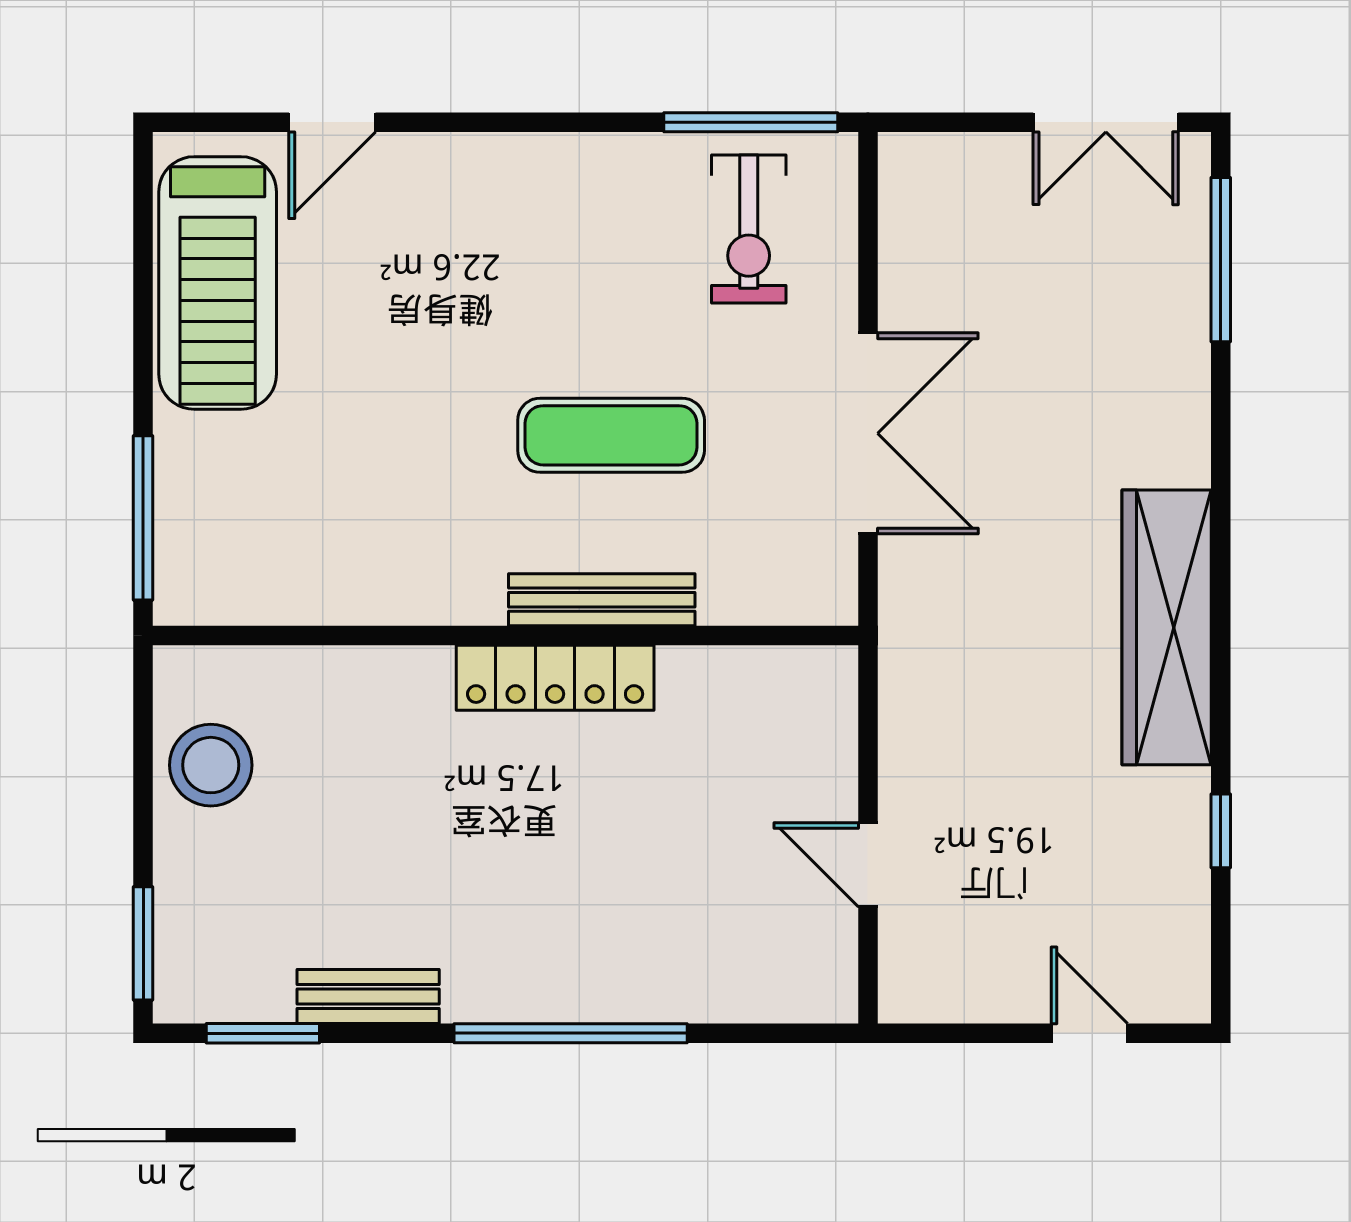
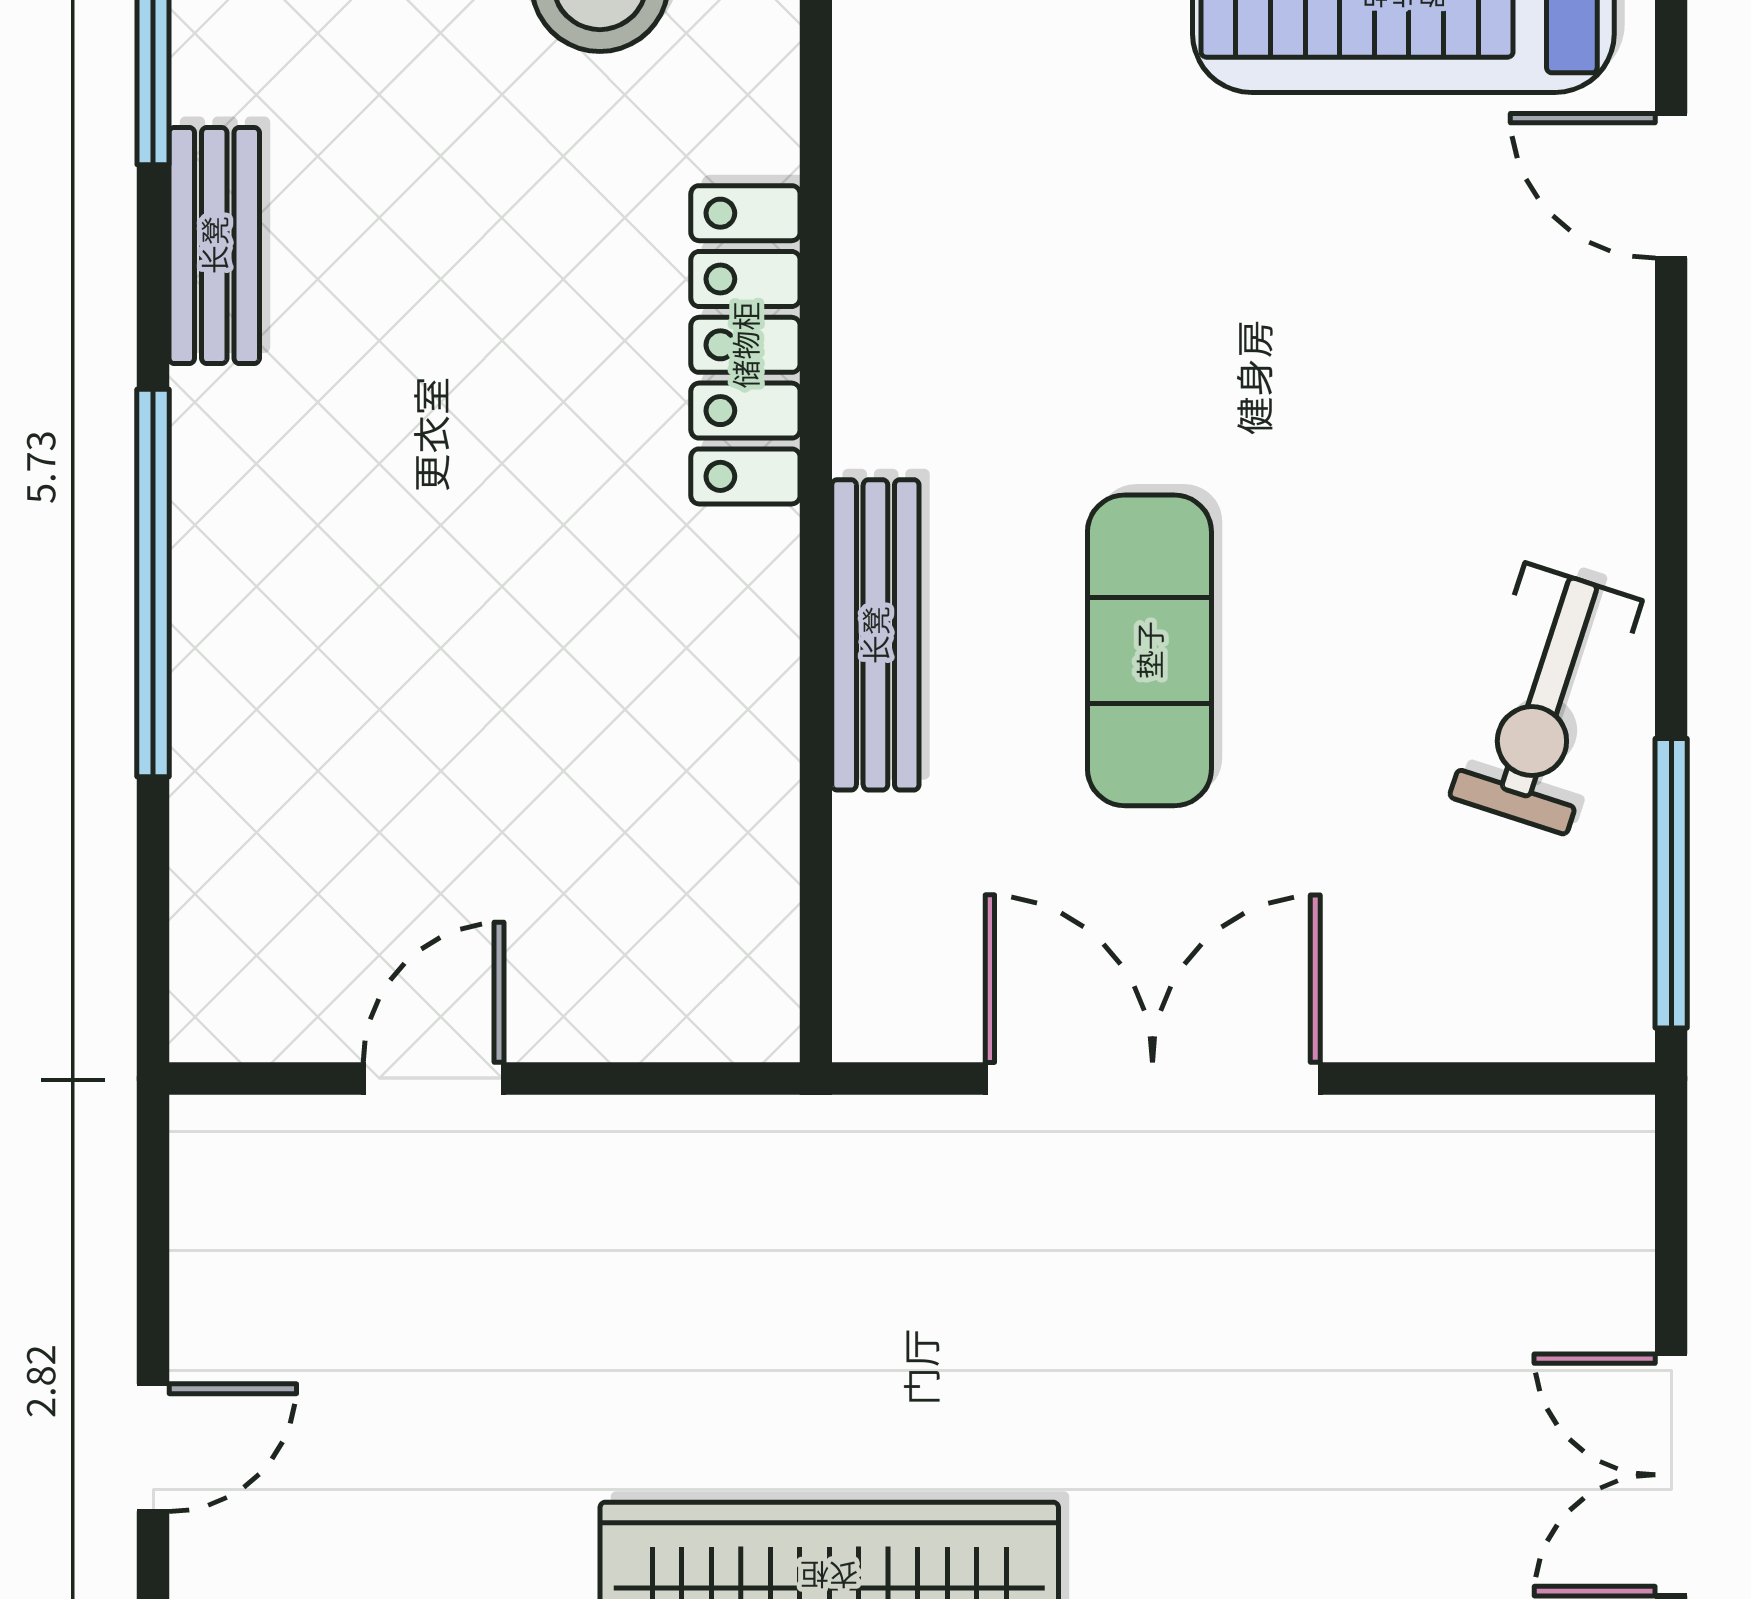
exercise bike: (749, 229) -> (1546, 699), moved, turned -72
double door: (868, 433) -> (1153, 1078), swing flipped
locker: (555, 678) -> (745, 345), moved

